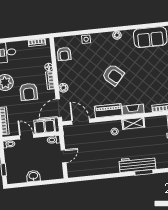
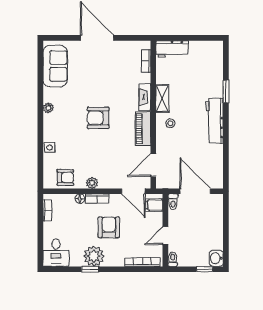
armchair: (113, 75) -> (98, 118), turned -131
plant: (63, 88) -> (92, 183), moved
armchair: (29, 92) -> (109, 227), turned -90
filing cabinet: (45, 126) -> (154, 205), width x0.50
door: (64, 156) -> (195, 191), width x1.87
workbench: (137, 164) -> (215, 121), moved
washbasin: (33, 176) -> (216, 258), moved

